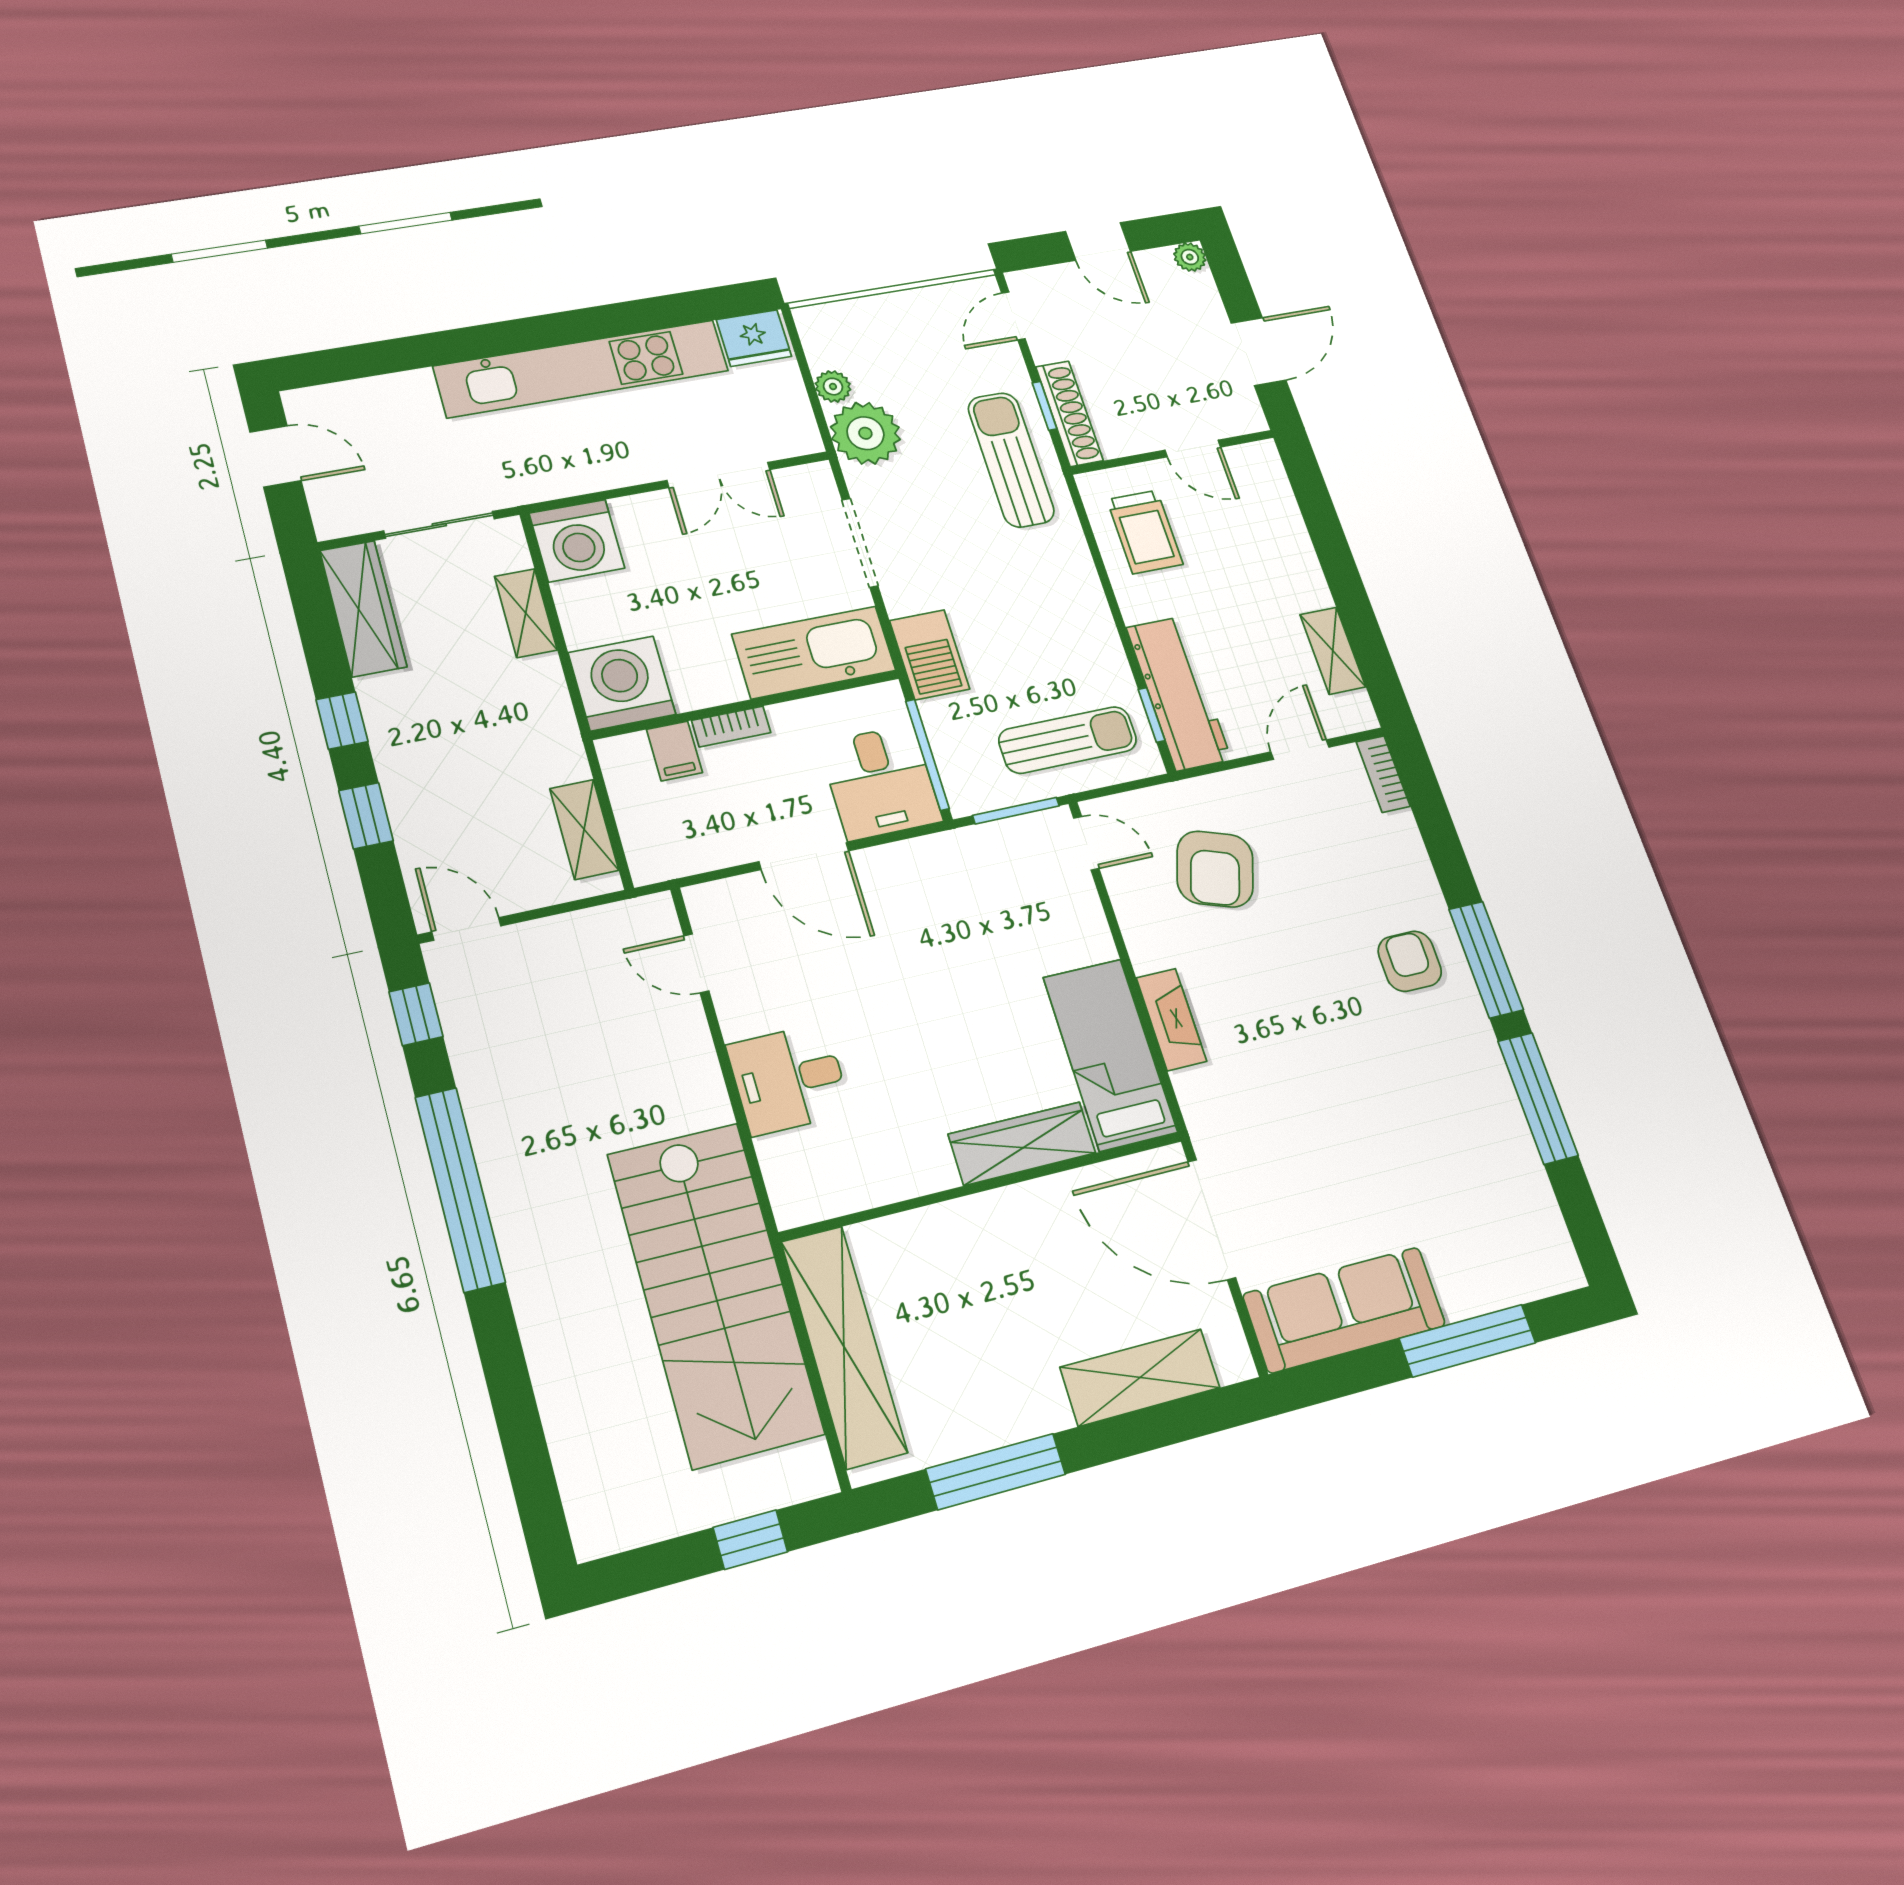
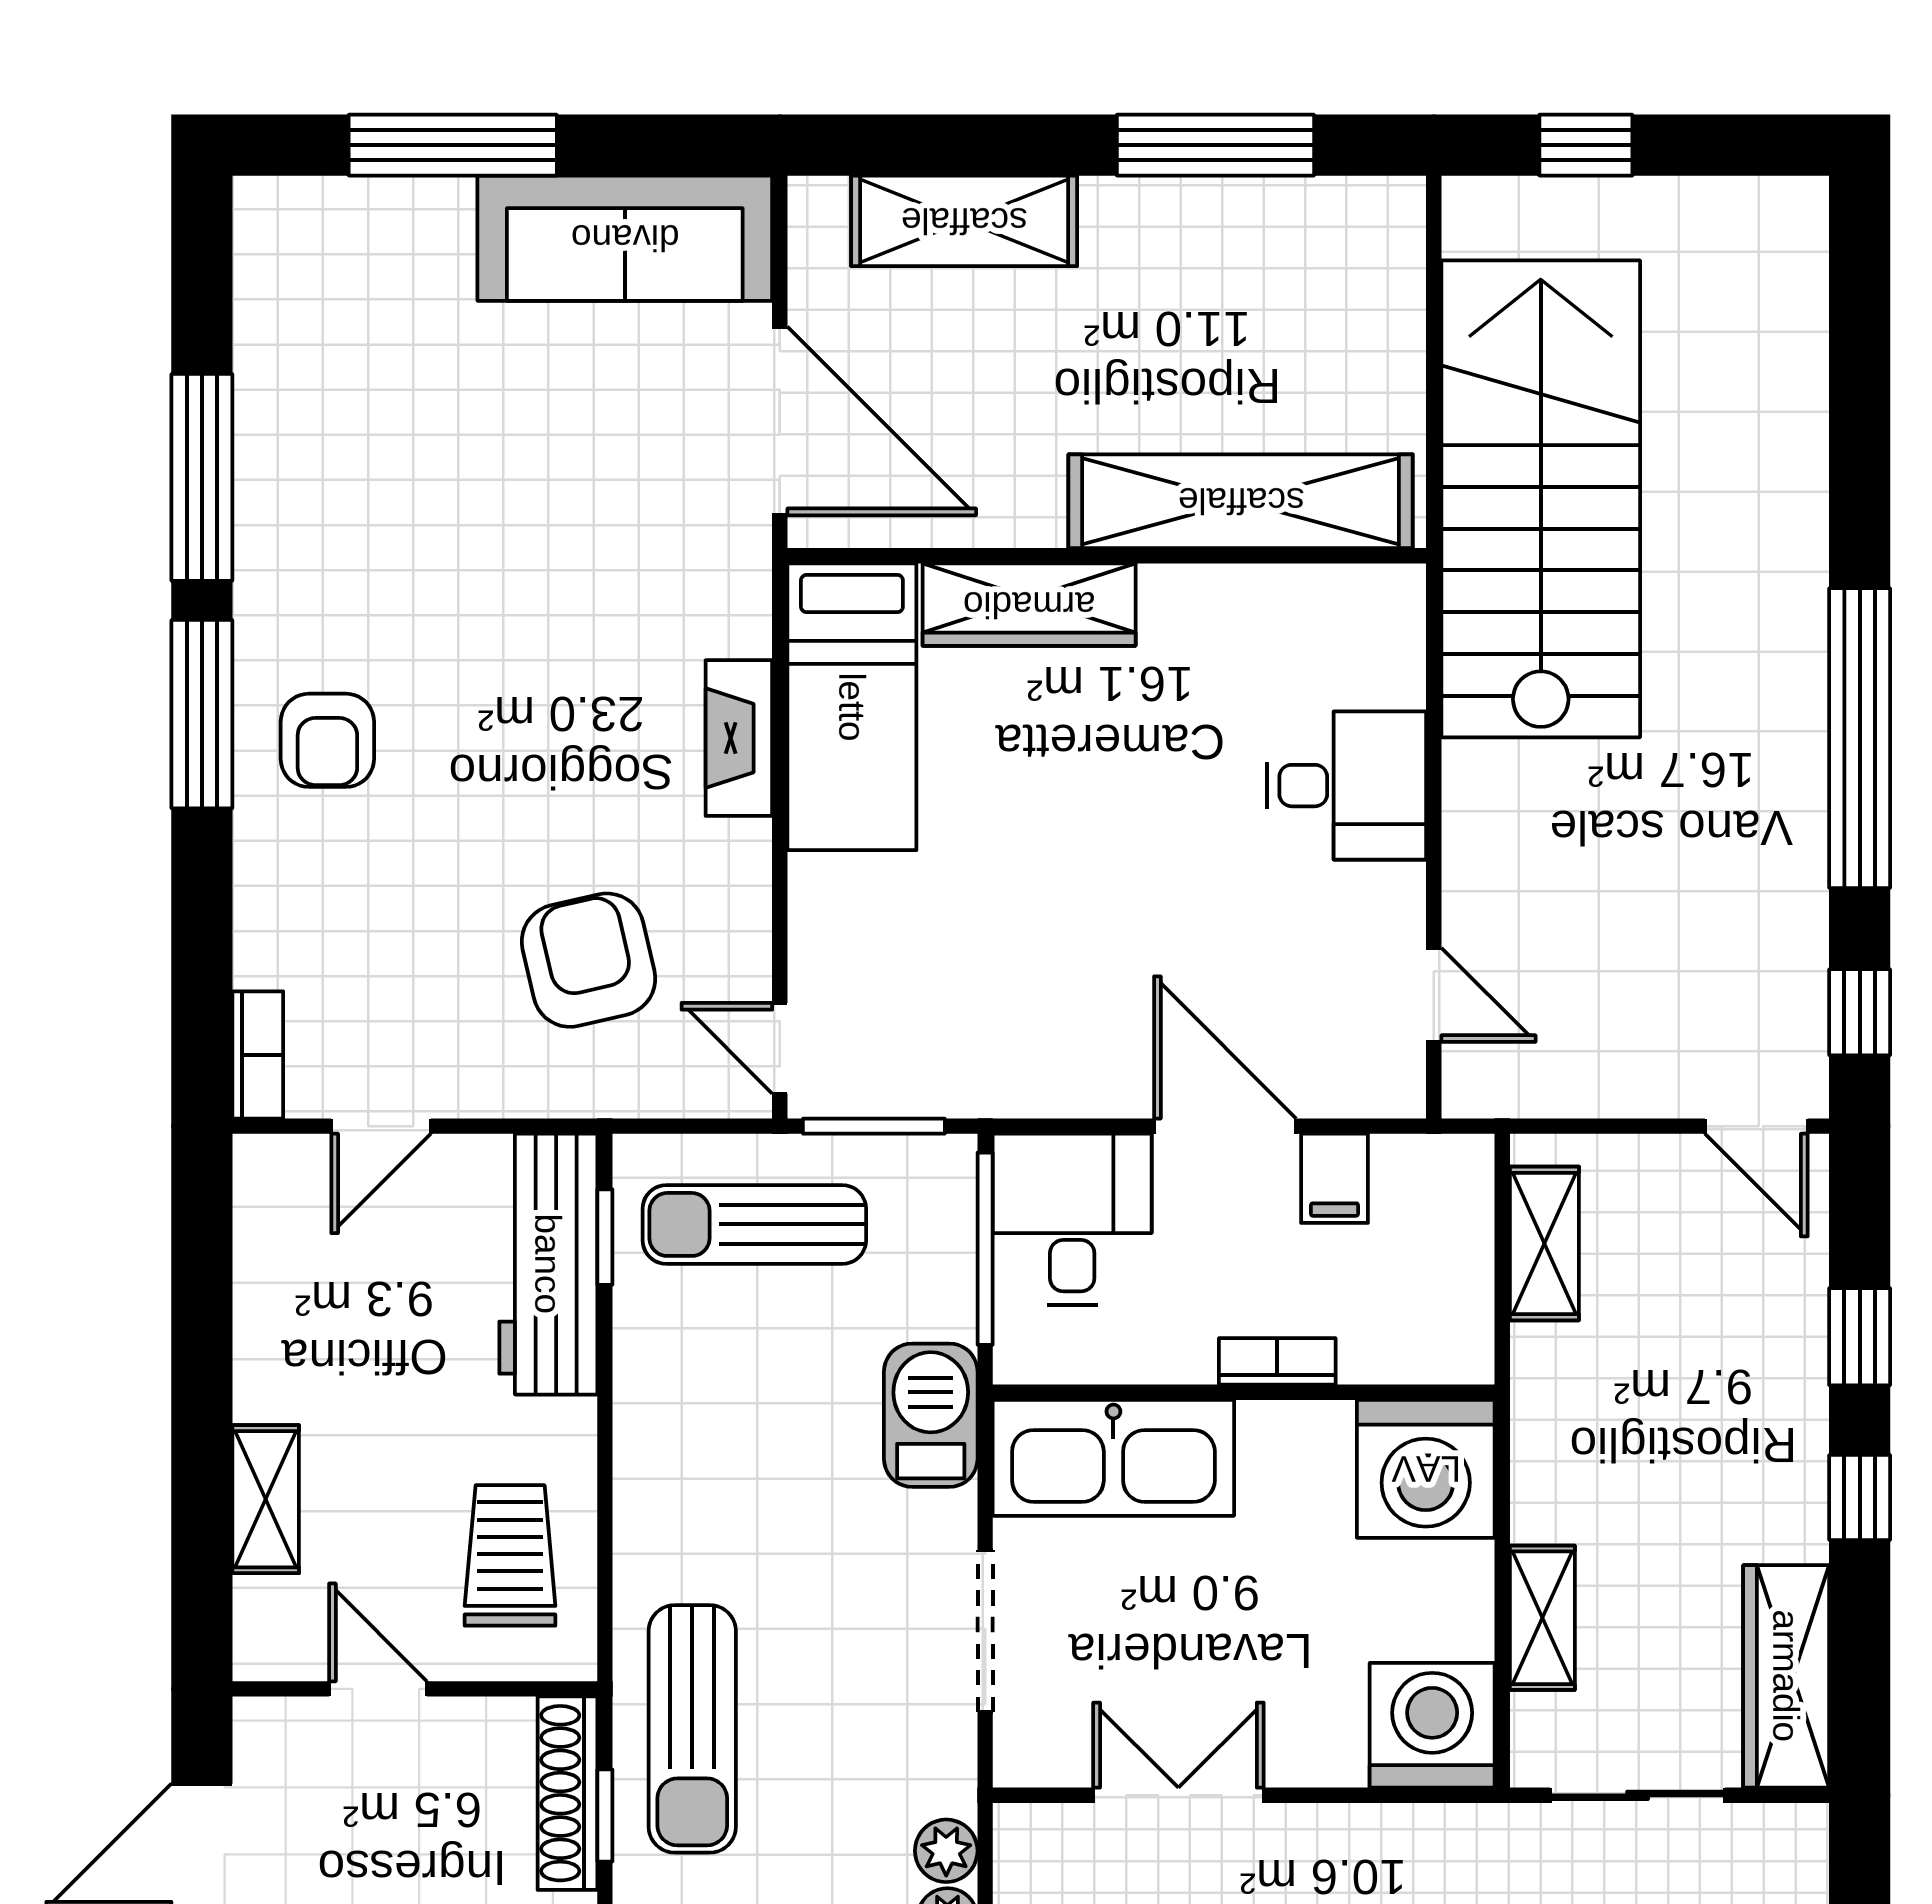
plant: (865, 433) -> (946, 1851), width x0.53, depth x0.53
shelving: (1333, 651) -> (266, 1499), moved
filing cabinet: (674, 751) -> (1334, 1178), moved, turned 180
armchair: (1215, 869) -> (588, 960), turned -32
shelving: (844, 1346) -> (1241, 501), moved, turned 90

